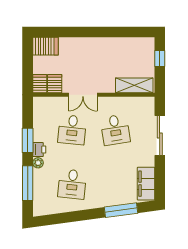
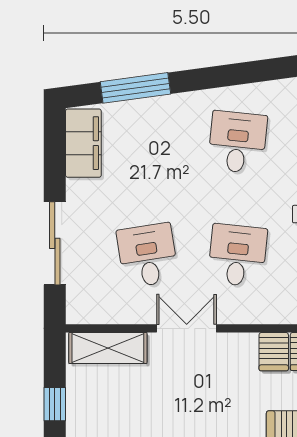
double door: (83, 95) -> (187, 328), moved

